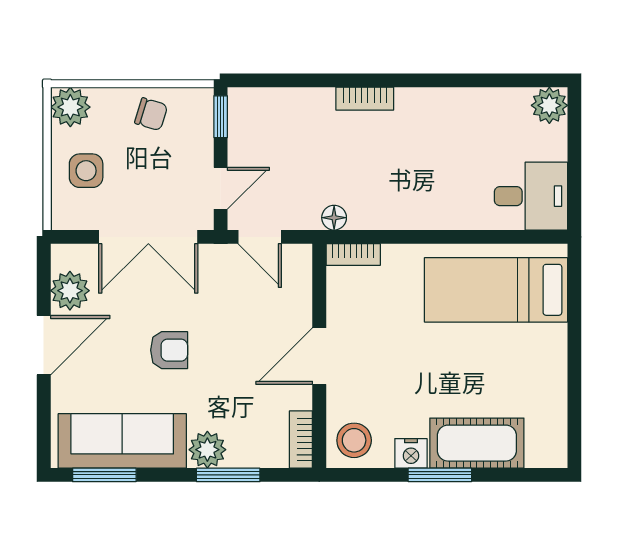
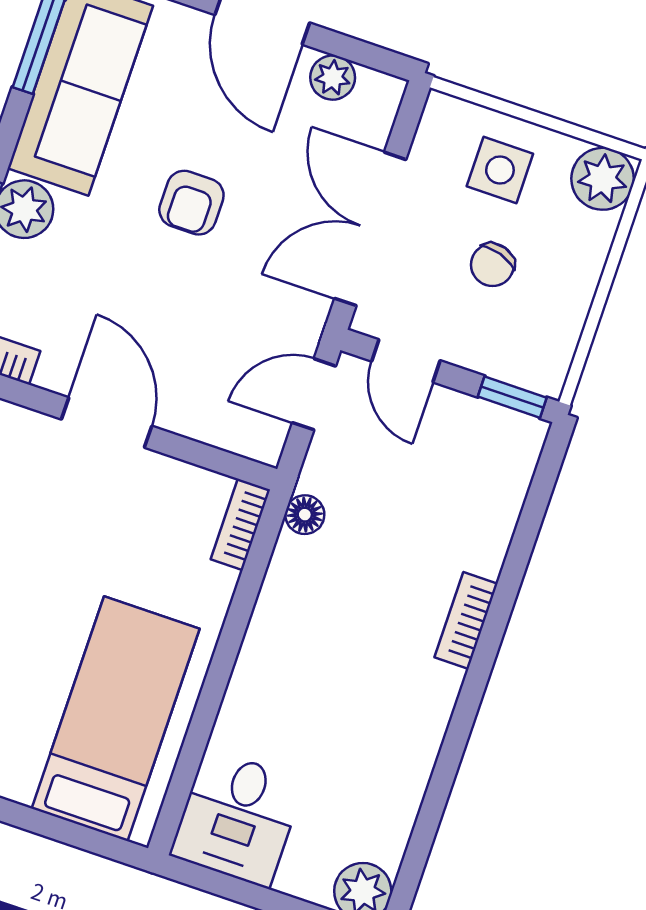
chair: (151, 114) -> (492, 265), moved
plant: (70, 291) -> (333, 78), width x0.73, depth x0.73

